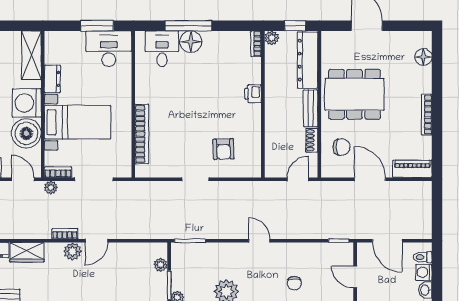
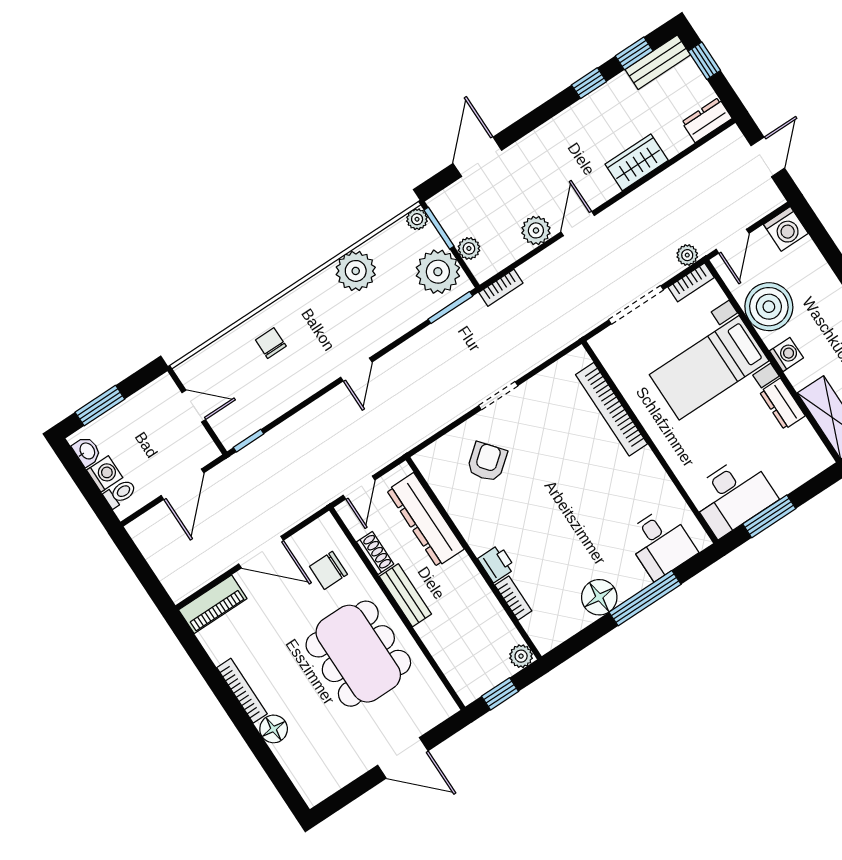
floor lamp: (191, 42) -> (599, 597), moved
bookcase: (256, 44) -> (513, 598), moved
floor lamp: (423, 57) -> (274, 729), moved
dresser: (307, 60) -> (425, 520), moved, turned 180
dining table: (354, 94) -> (358, 654), turned 90
washing machine: (27, 103) -> (786, 354), width x0.53, depth x0.53
armchair: (223, 149) -> (487, 462), turned 53
door: (23, 179) -> (733, 241), hinge flipped
bookcase: (65, 234) -> (501, 288), moved
door: (259, 241) -> (356, 370), hinge flipped
door: (387, 241) -> (183, 484), swing flipped
plant: (73, 251) -> (536, 230), moved
wardrobe: (27, 252) -> (637, 162), moved
plant: (184, 263) -> (438, 272), added

